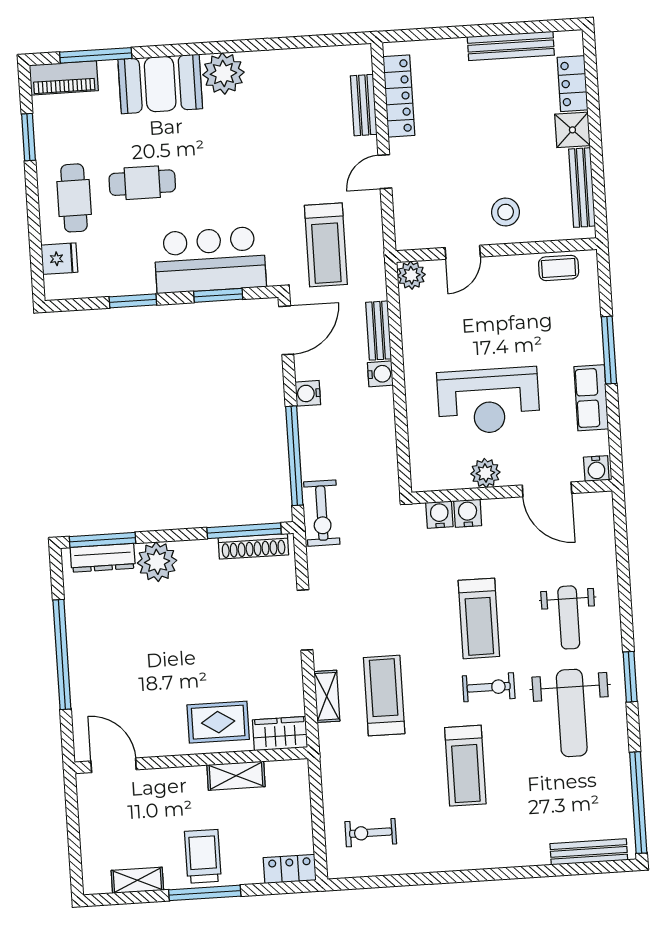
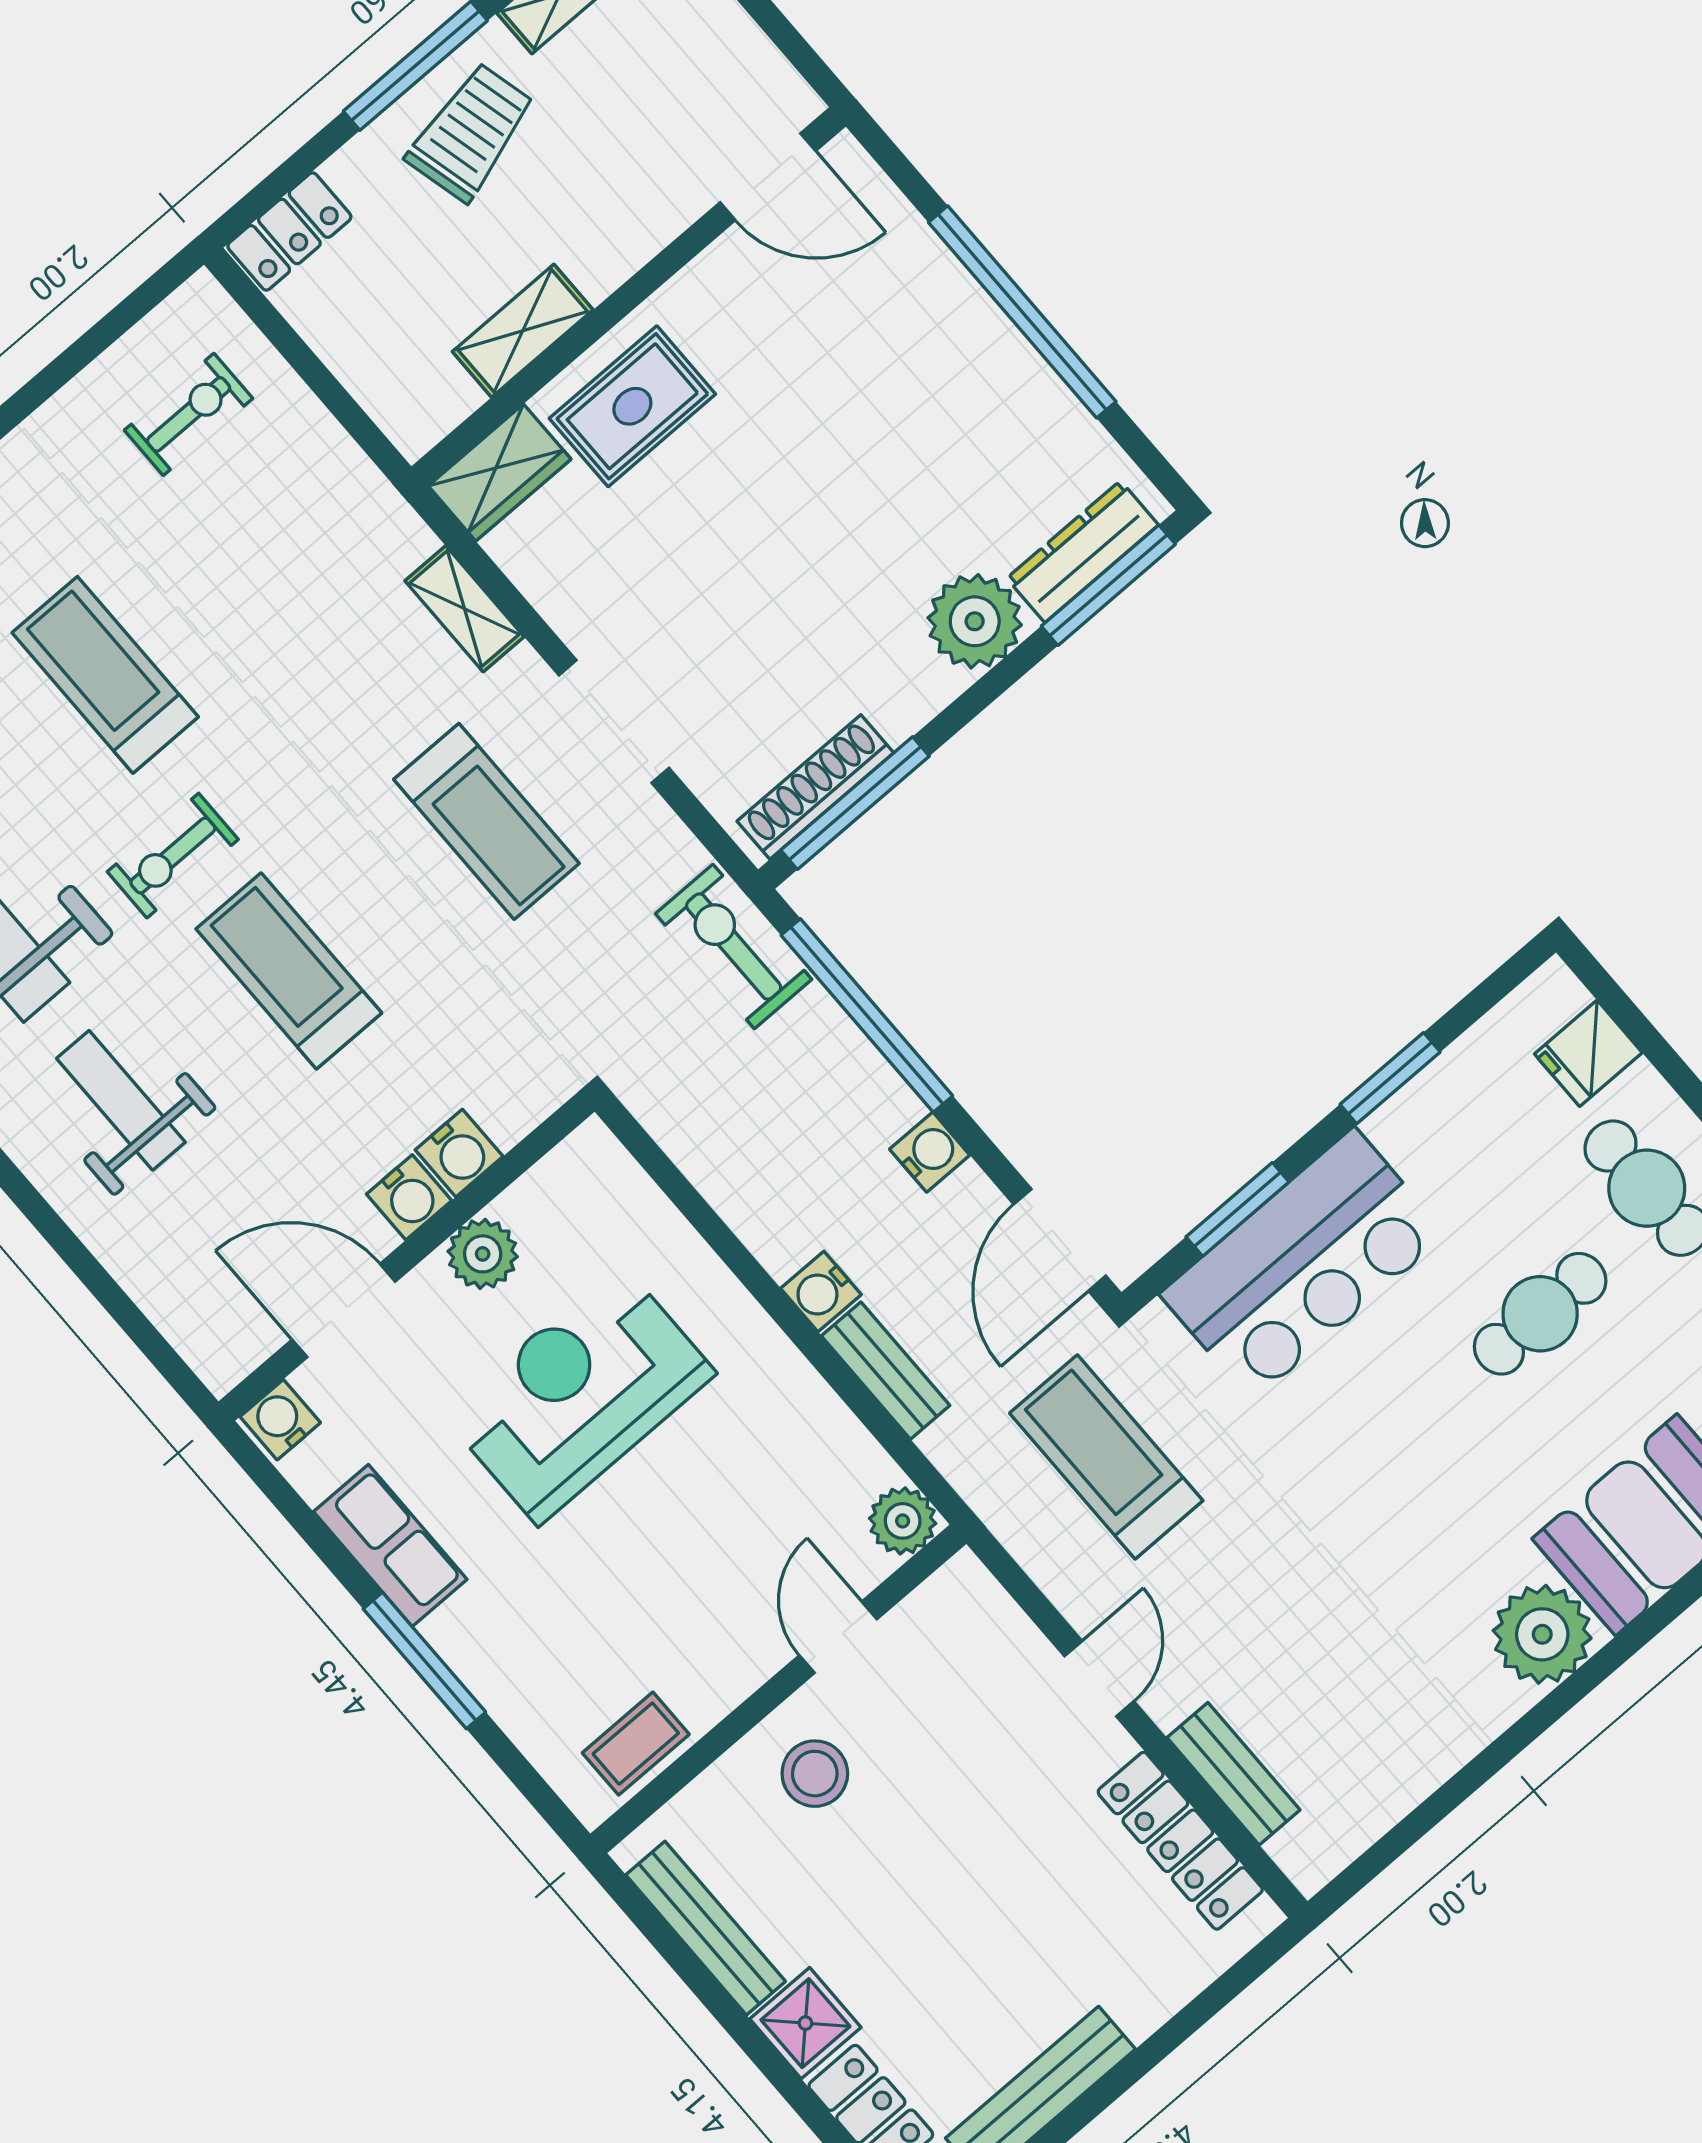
water cooler: (439, 515) -> (409, 1197), moved
treadmill: (384, 696) -> (487, 821), moved
trolley: (203, 856) -> (471, 132), turned -104

